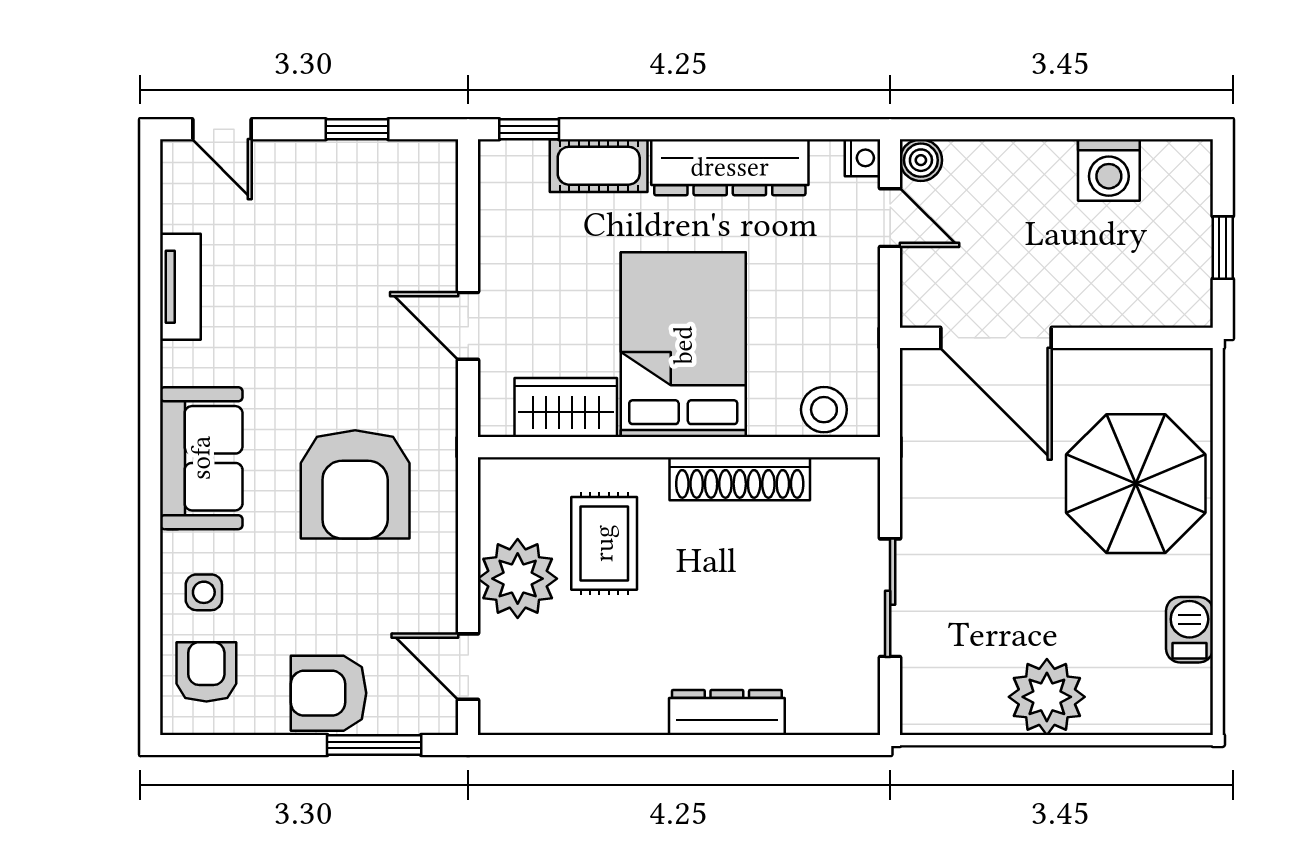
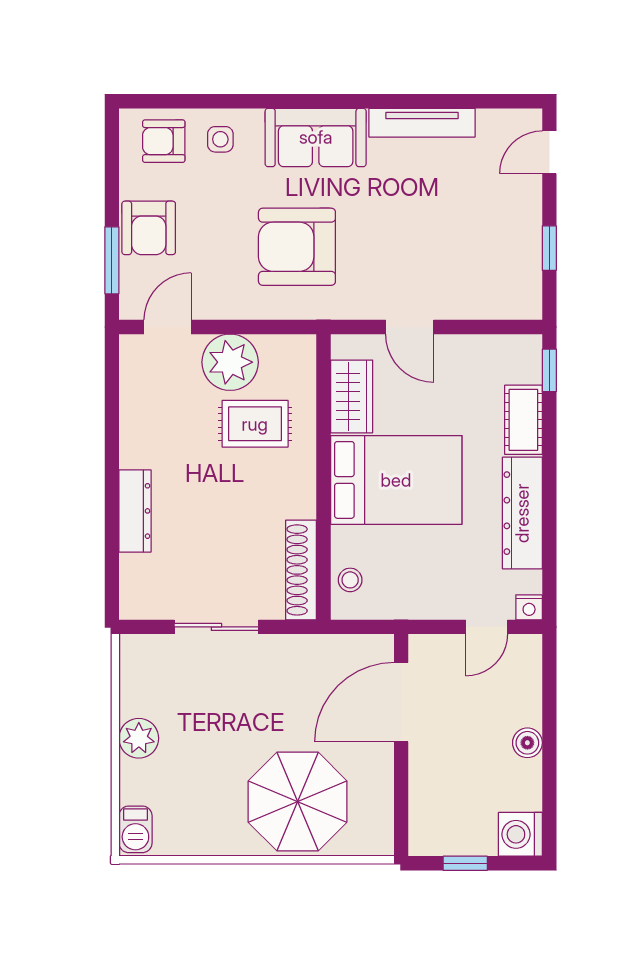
boiler: (921, 160) -> (527, 743), moved
washing machine: (1109, 170) -> (520, 834), moved
tv unit: (180, 287) -> (422, 123), width x1.41
door: (468, 326) -> (410, 327), swing flipped
stool: (824, 410) -> (350, 580), width x0.73, depth x0.73
shoe rack: (740, 479) -> (301, 570), moved
barbecue: (1189, 630) -> (135, 829), moved, turned 90
armchair: (206, 672) -> (164, 141), turned 180
armchair: (329, 693) -> (149, 228), turned 180
plant: (1047, 697) -> (139, 738), width x0.73, depth x0.73

